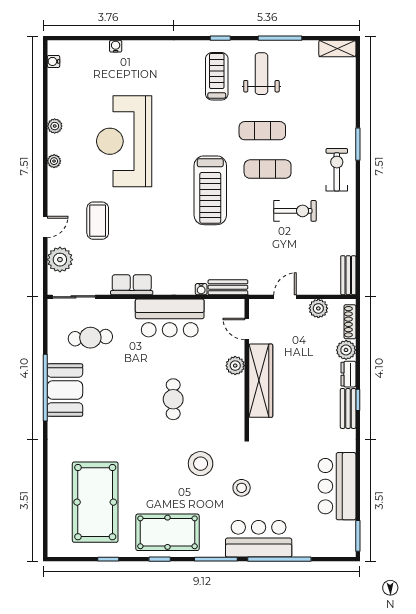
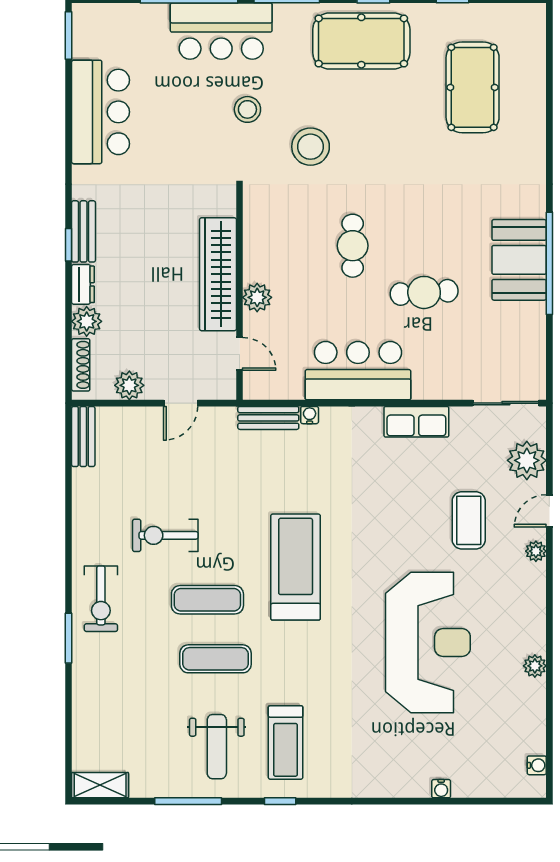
plant: (54, 161) -> (536, 551), moved
cafe table: (90, 338) -> (424, 292), moved
pool table: (95, 502) -> (473, 87), width x0.73, depth x0.76

